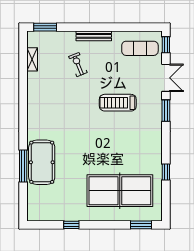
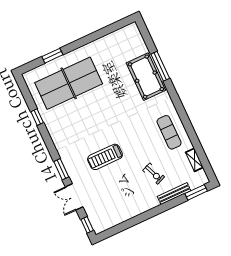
bench: (94, 36) -> (174, 194), moved
exercise mat: (140, 48) -> (169, 132), moved, turned 90
treadmill: (118, 103) -> (105, 157), turned 180
window: (71, 225) -> (96, 35), removed
window: (141, 225) -> (52, 56), moved

